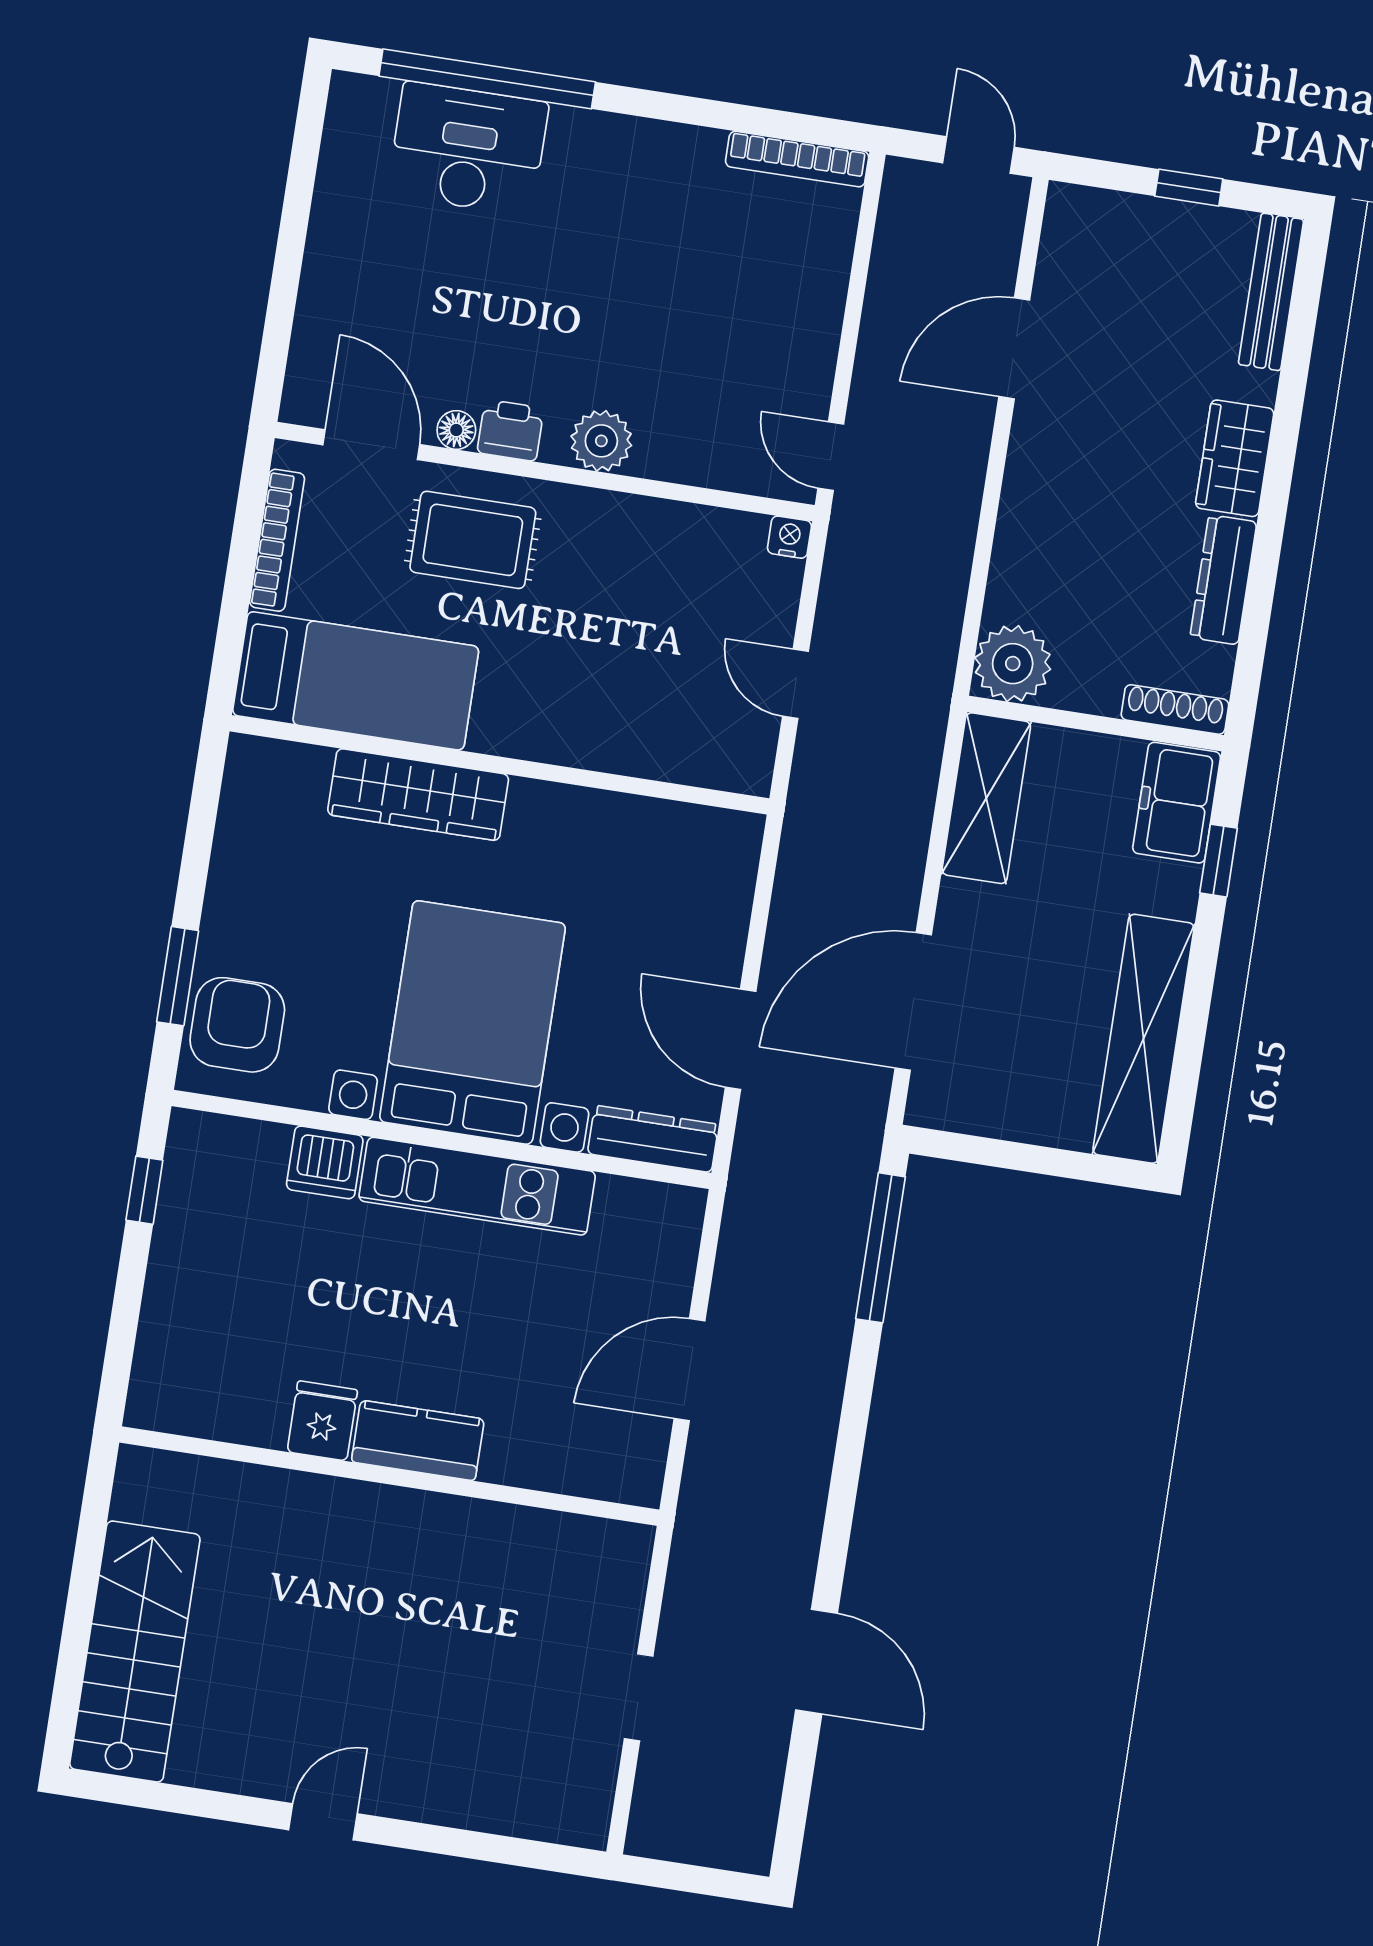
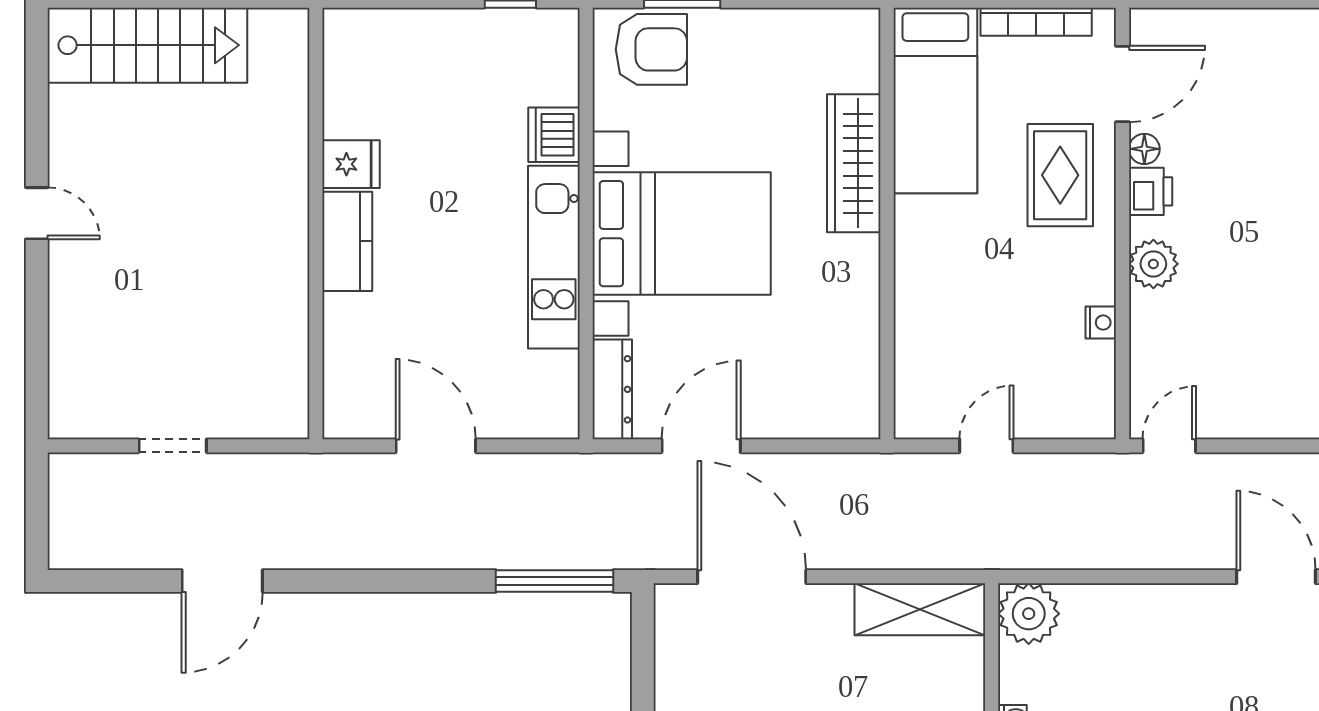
nightstand: (789, 537) -> (1101, 323), moved

